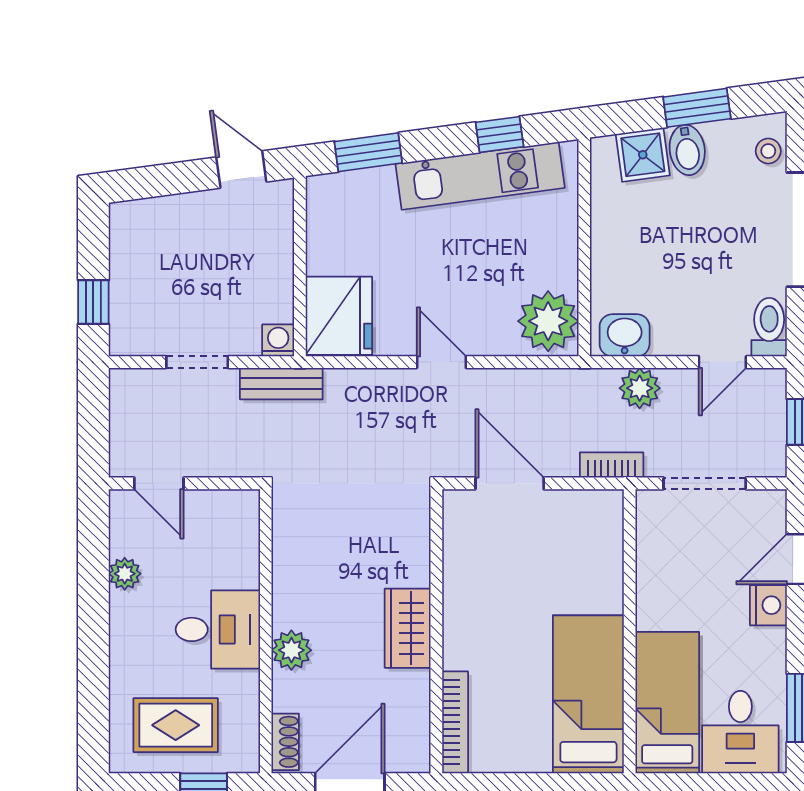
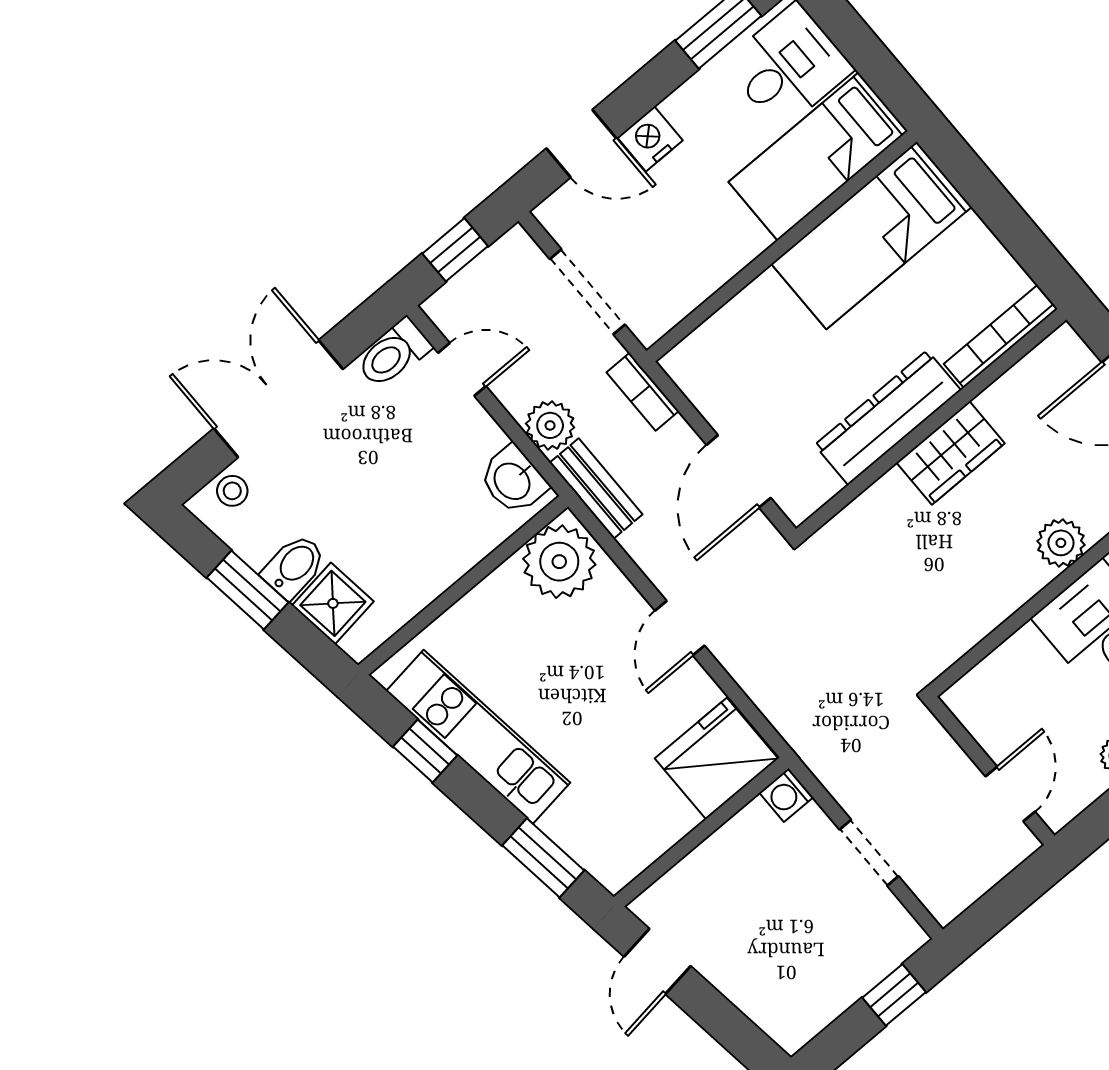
bench: (281, 384) -> (596, 489), moved
dresser: (464, 607) -> (888, 418), added

